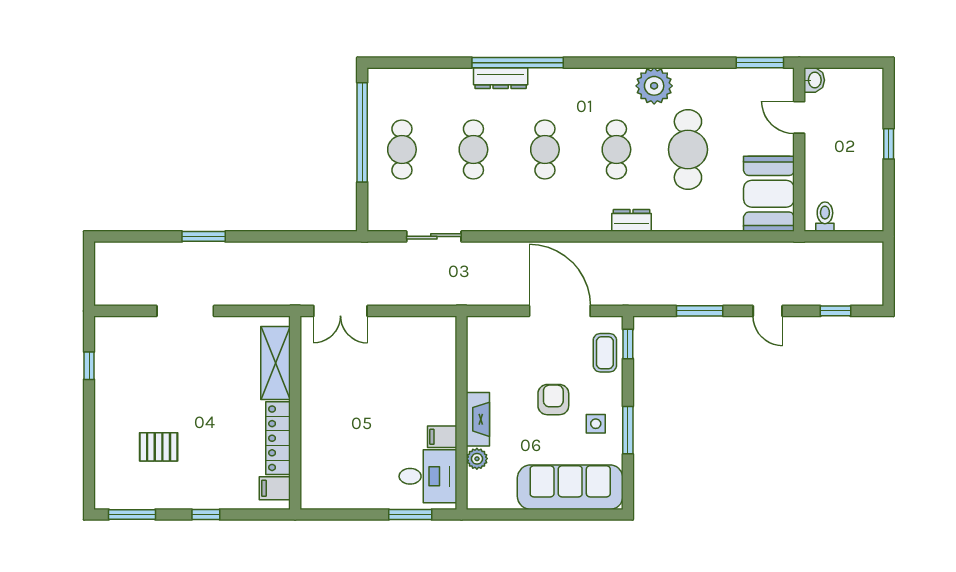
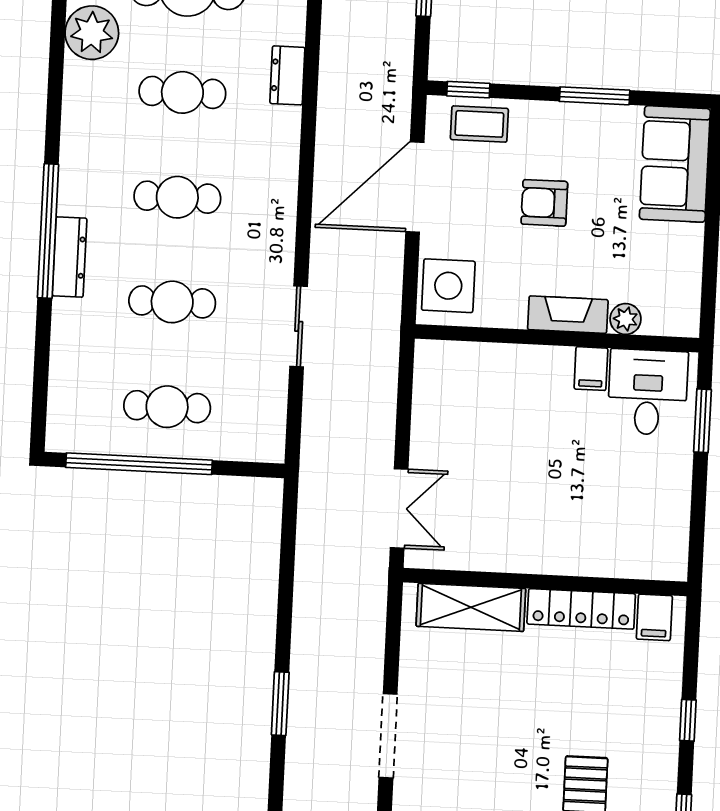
sliding door: (434, 236) -> (299, 326), moved
side table: (596, 424) -> (448, 286), moved, width x1.87, depth x1.87
sofa: (570, 487) -> (675, 164), width x0.73

